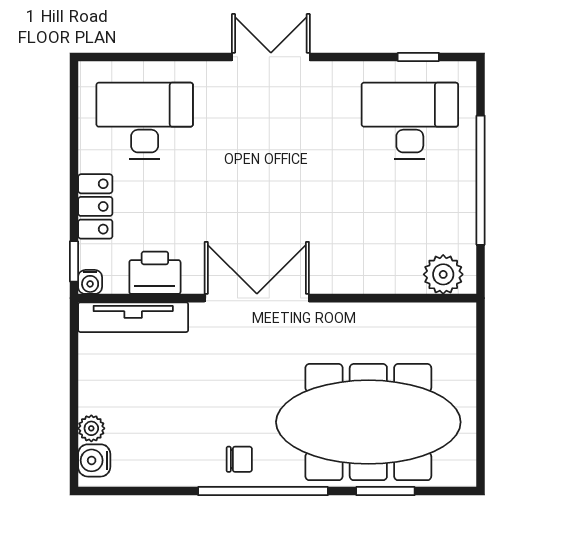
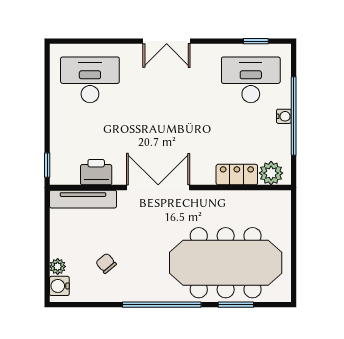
double door: (271, 57) -> (167, 41), swing flipped
locker: (95, 206) -> (237, 175), moved, turned -90
water cooler: (90, 282) -> (284, 116), moved, turned -90
chair: (239, 459) -> (106, 263), moved, turned -130

